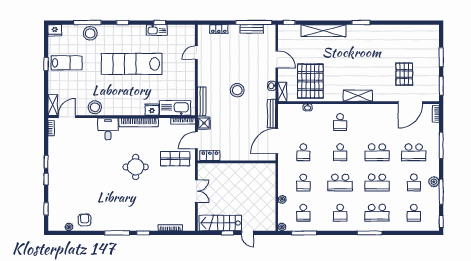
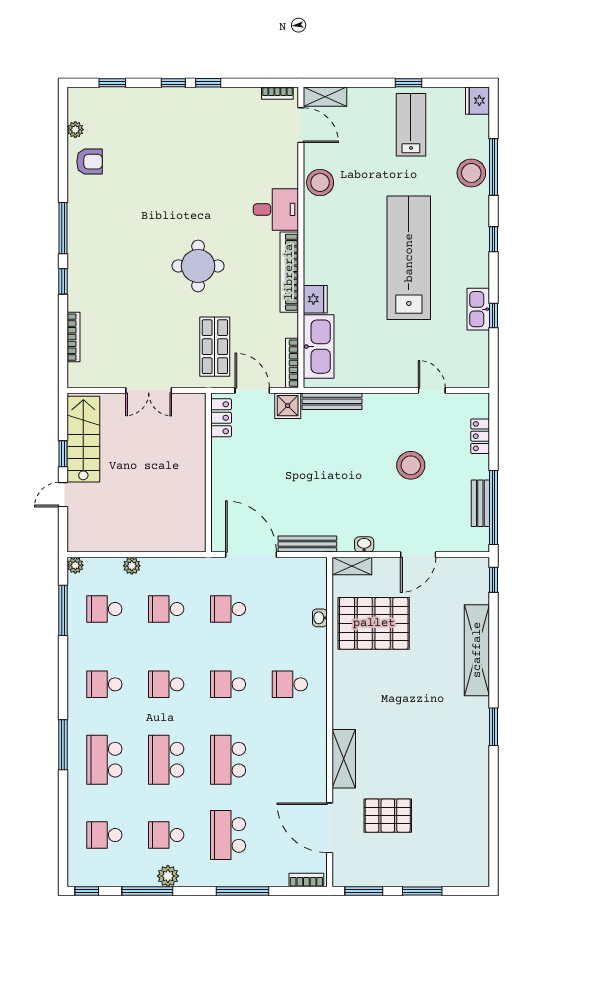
lab bench: (67, 63) -> (411, 125), turned 180
stool: (237, 90) -> (411, 465), moved
shelving: (358, 96) -> (344, 759), moved
school desk: (340, 183) -> (166, 684), width x0.54

